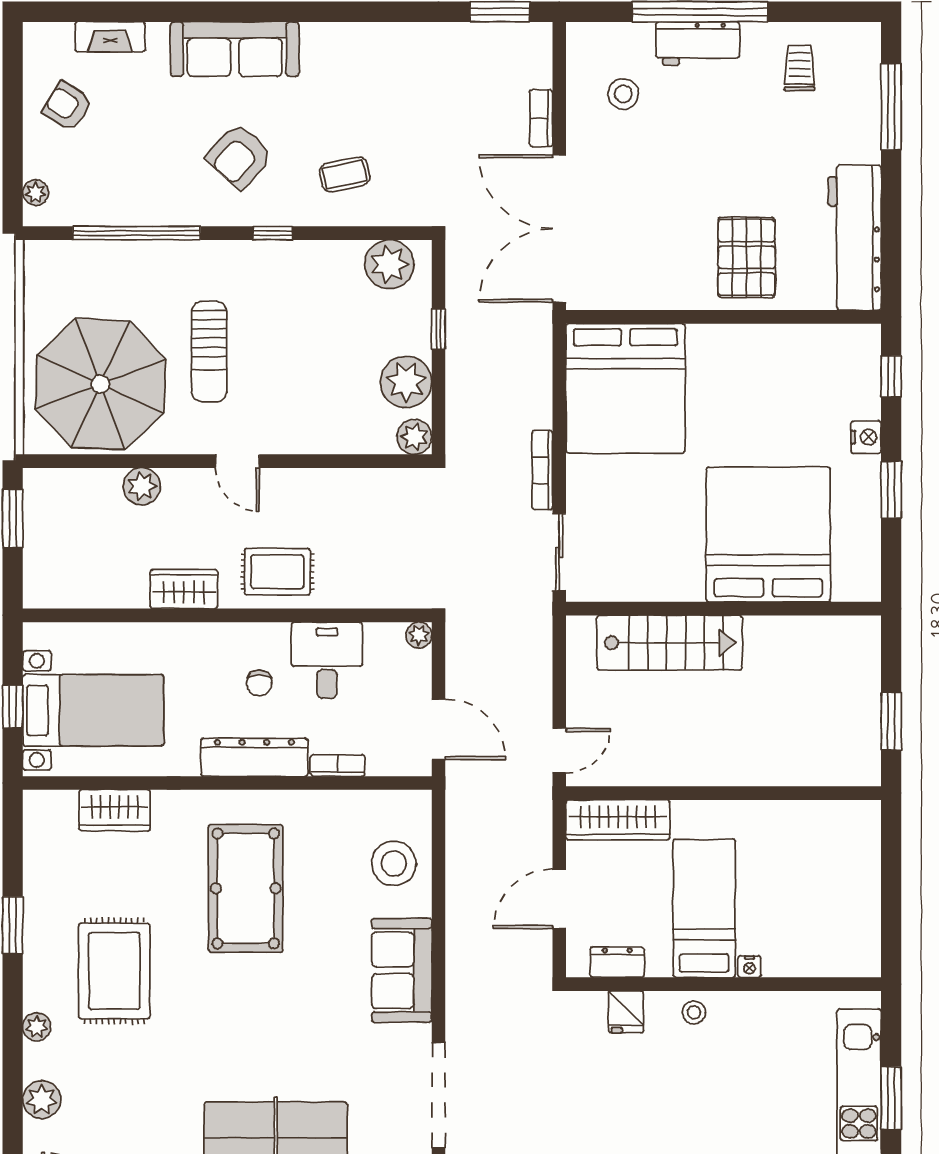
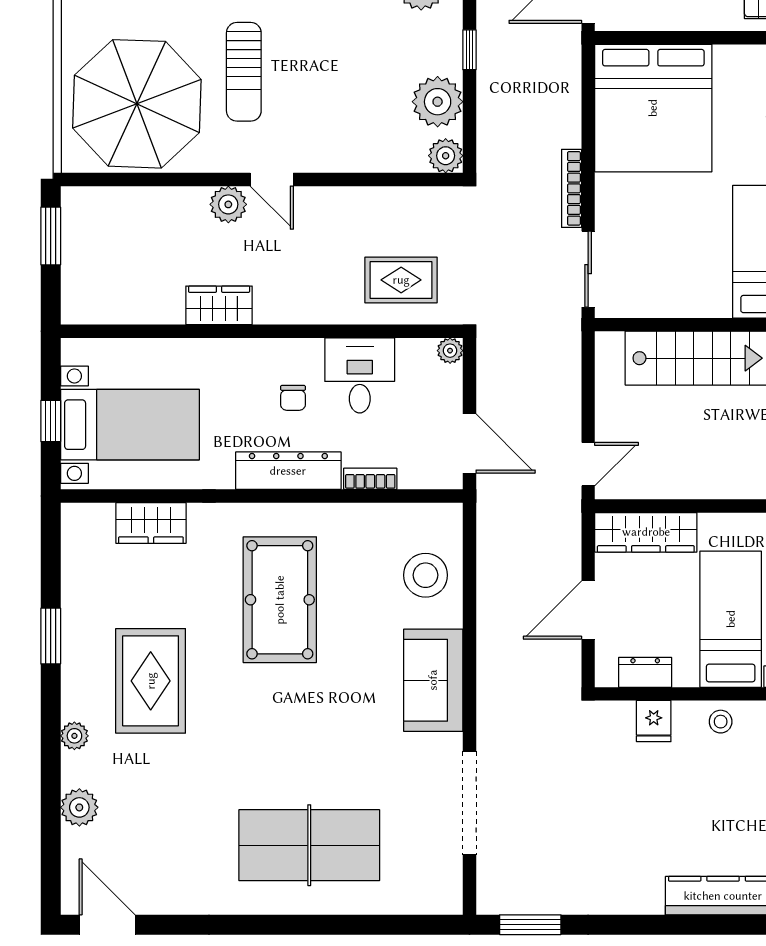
plant: (142, 486) -> (228, 204), moved
rug: (277, 572) -> (401, 280), moved

